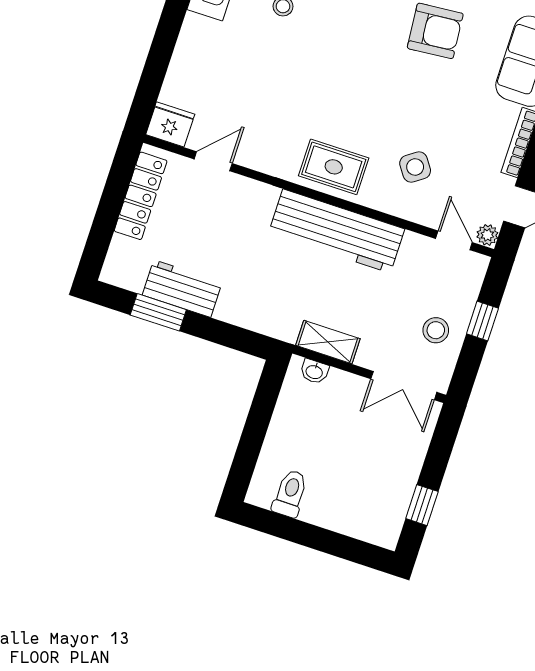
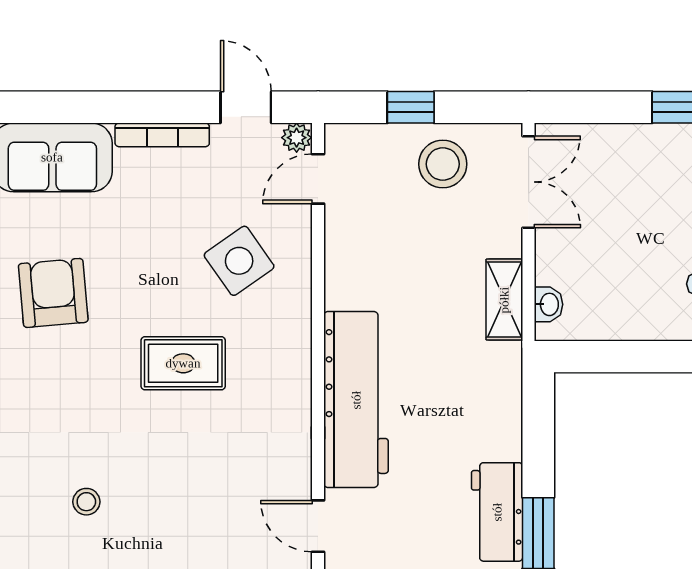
rug: (334, 167) -> (183, 363), moved, turned 90
side table: (415, 167) -> (239, 261), width x1.37, depth x1.37
workbench: (337, 231) -> (356, 400), moved
stool: (436, 330) -> (443, 164), width x1.38, depth x1.38

